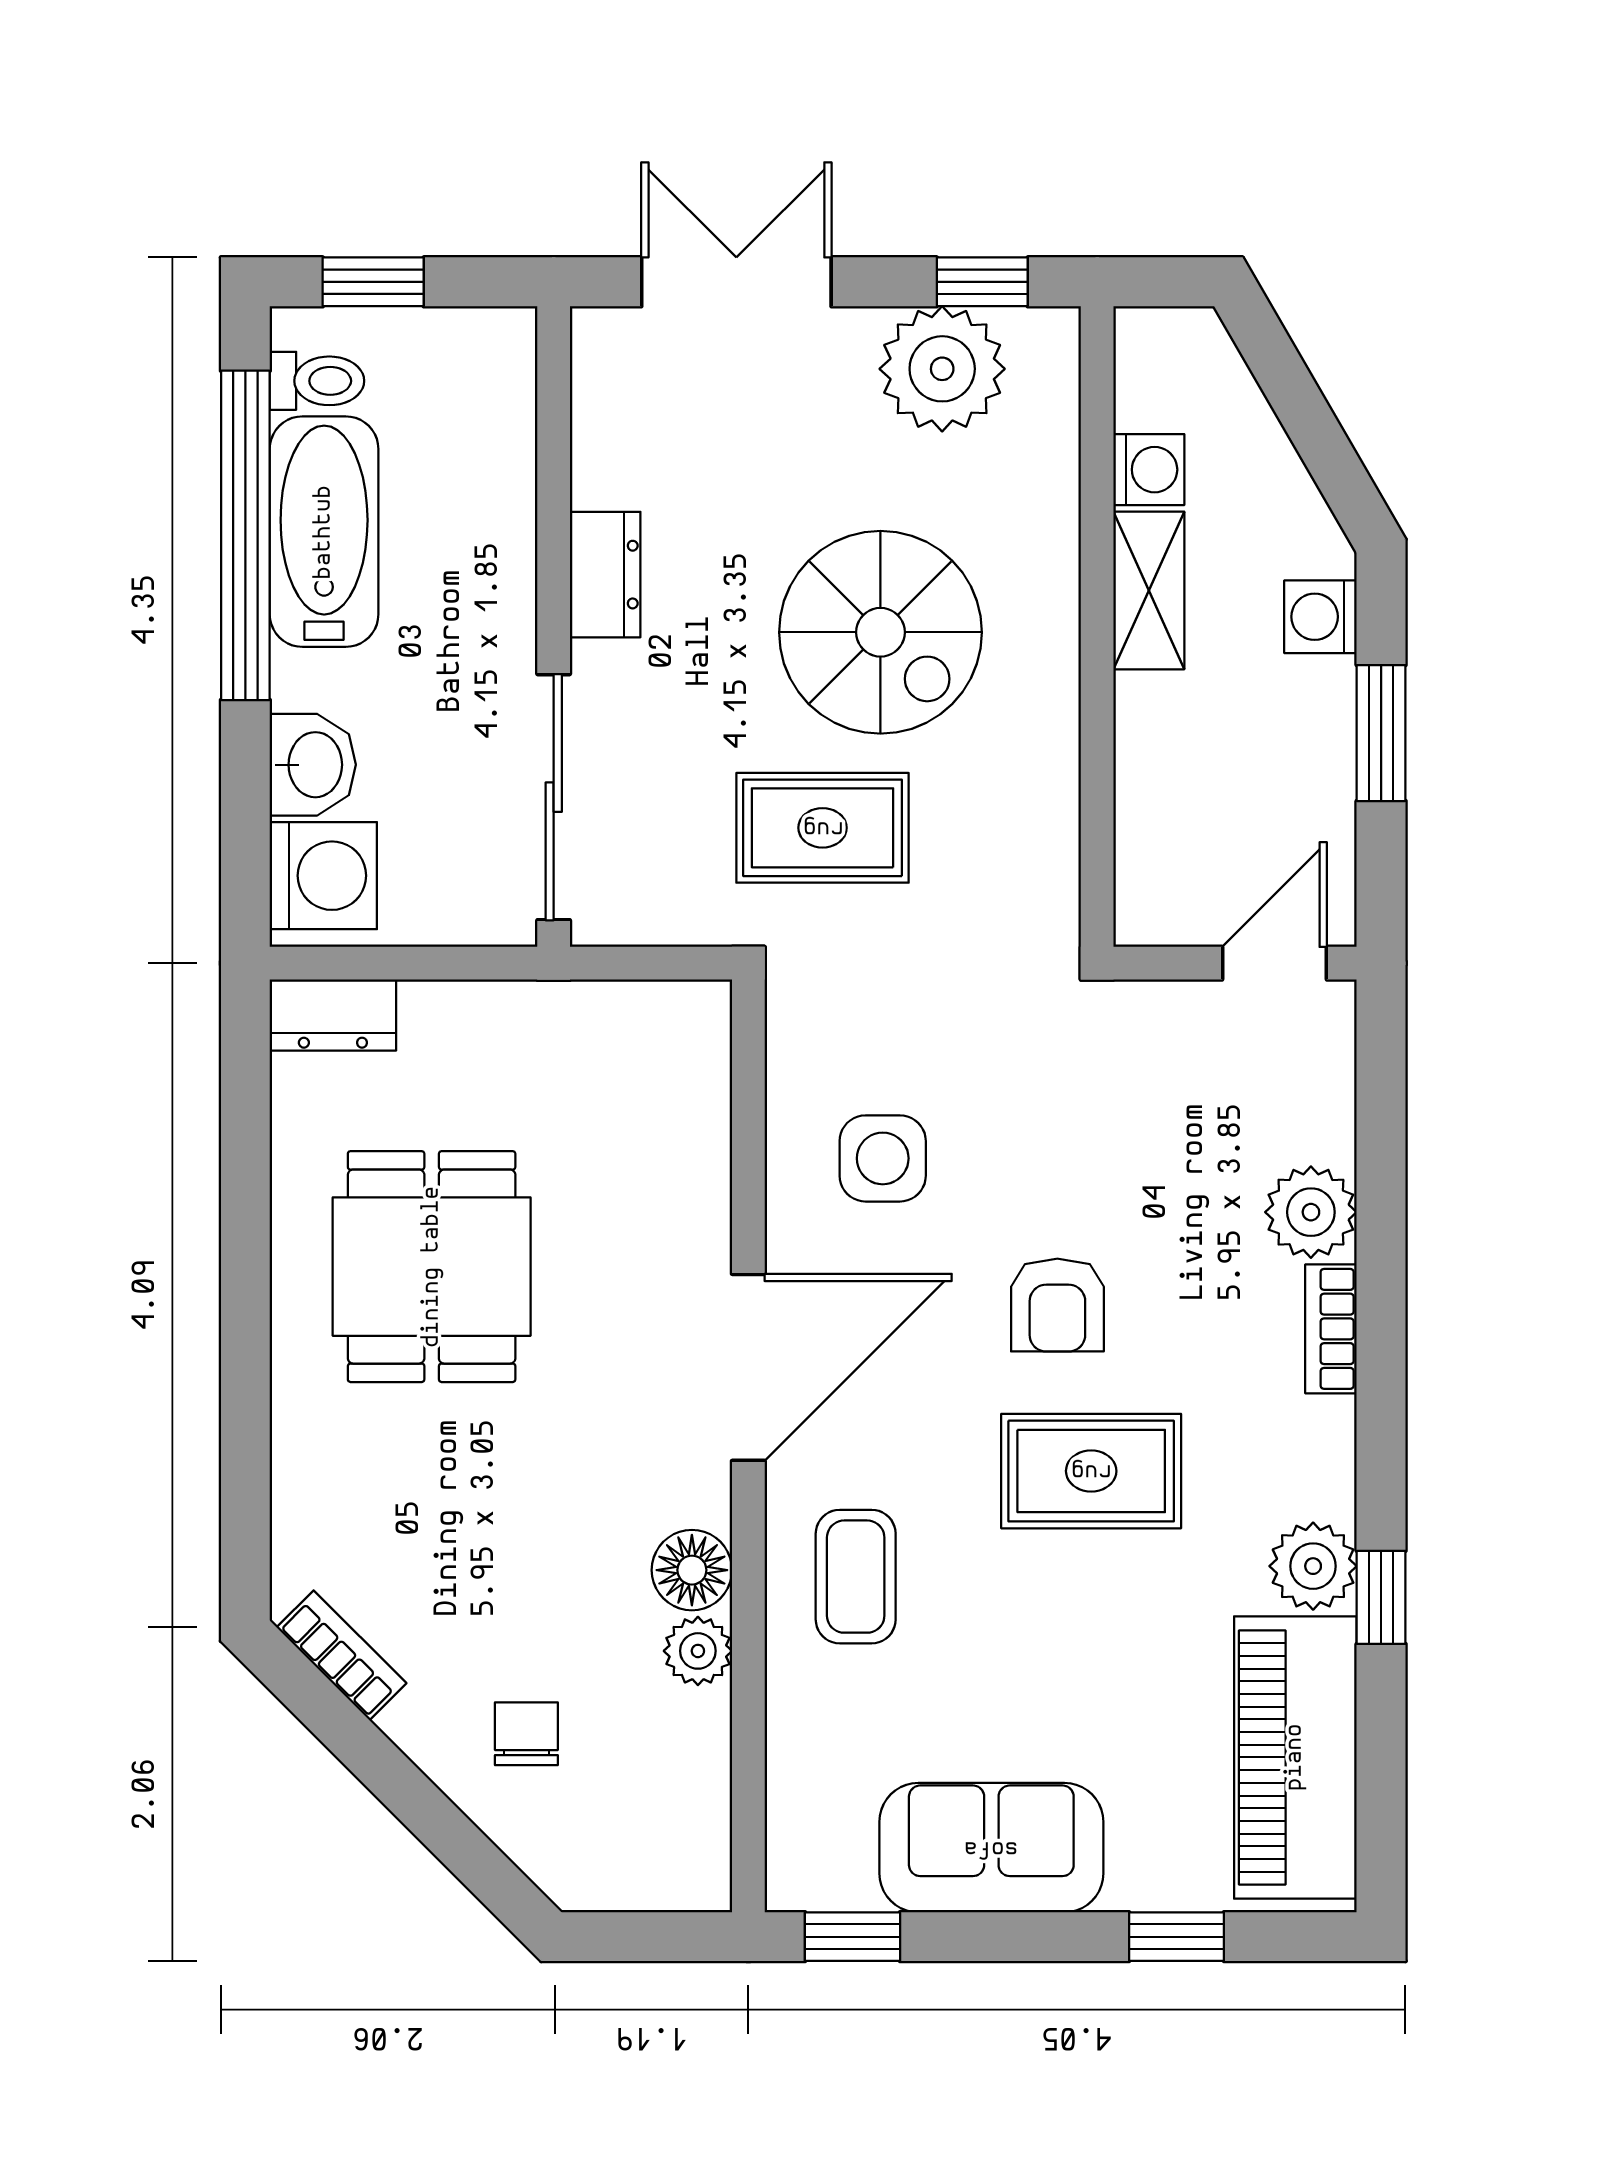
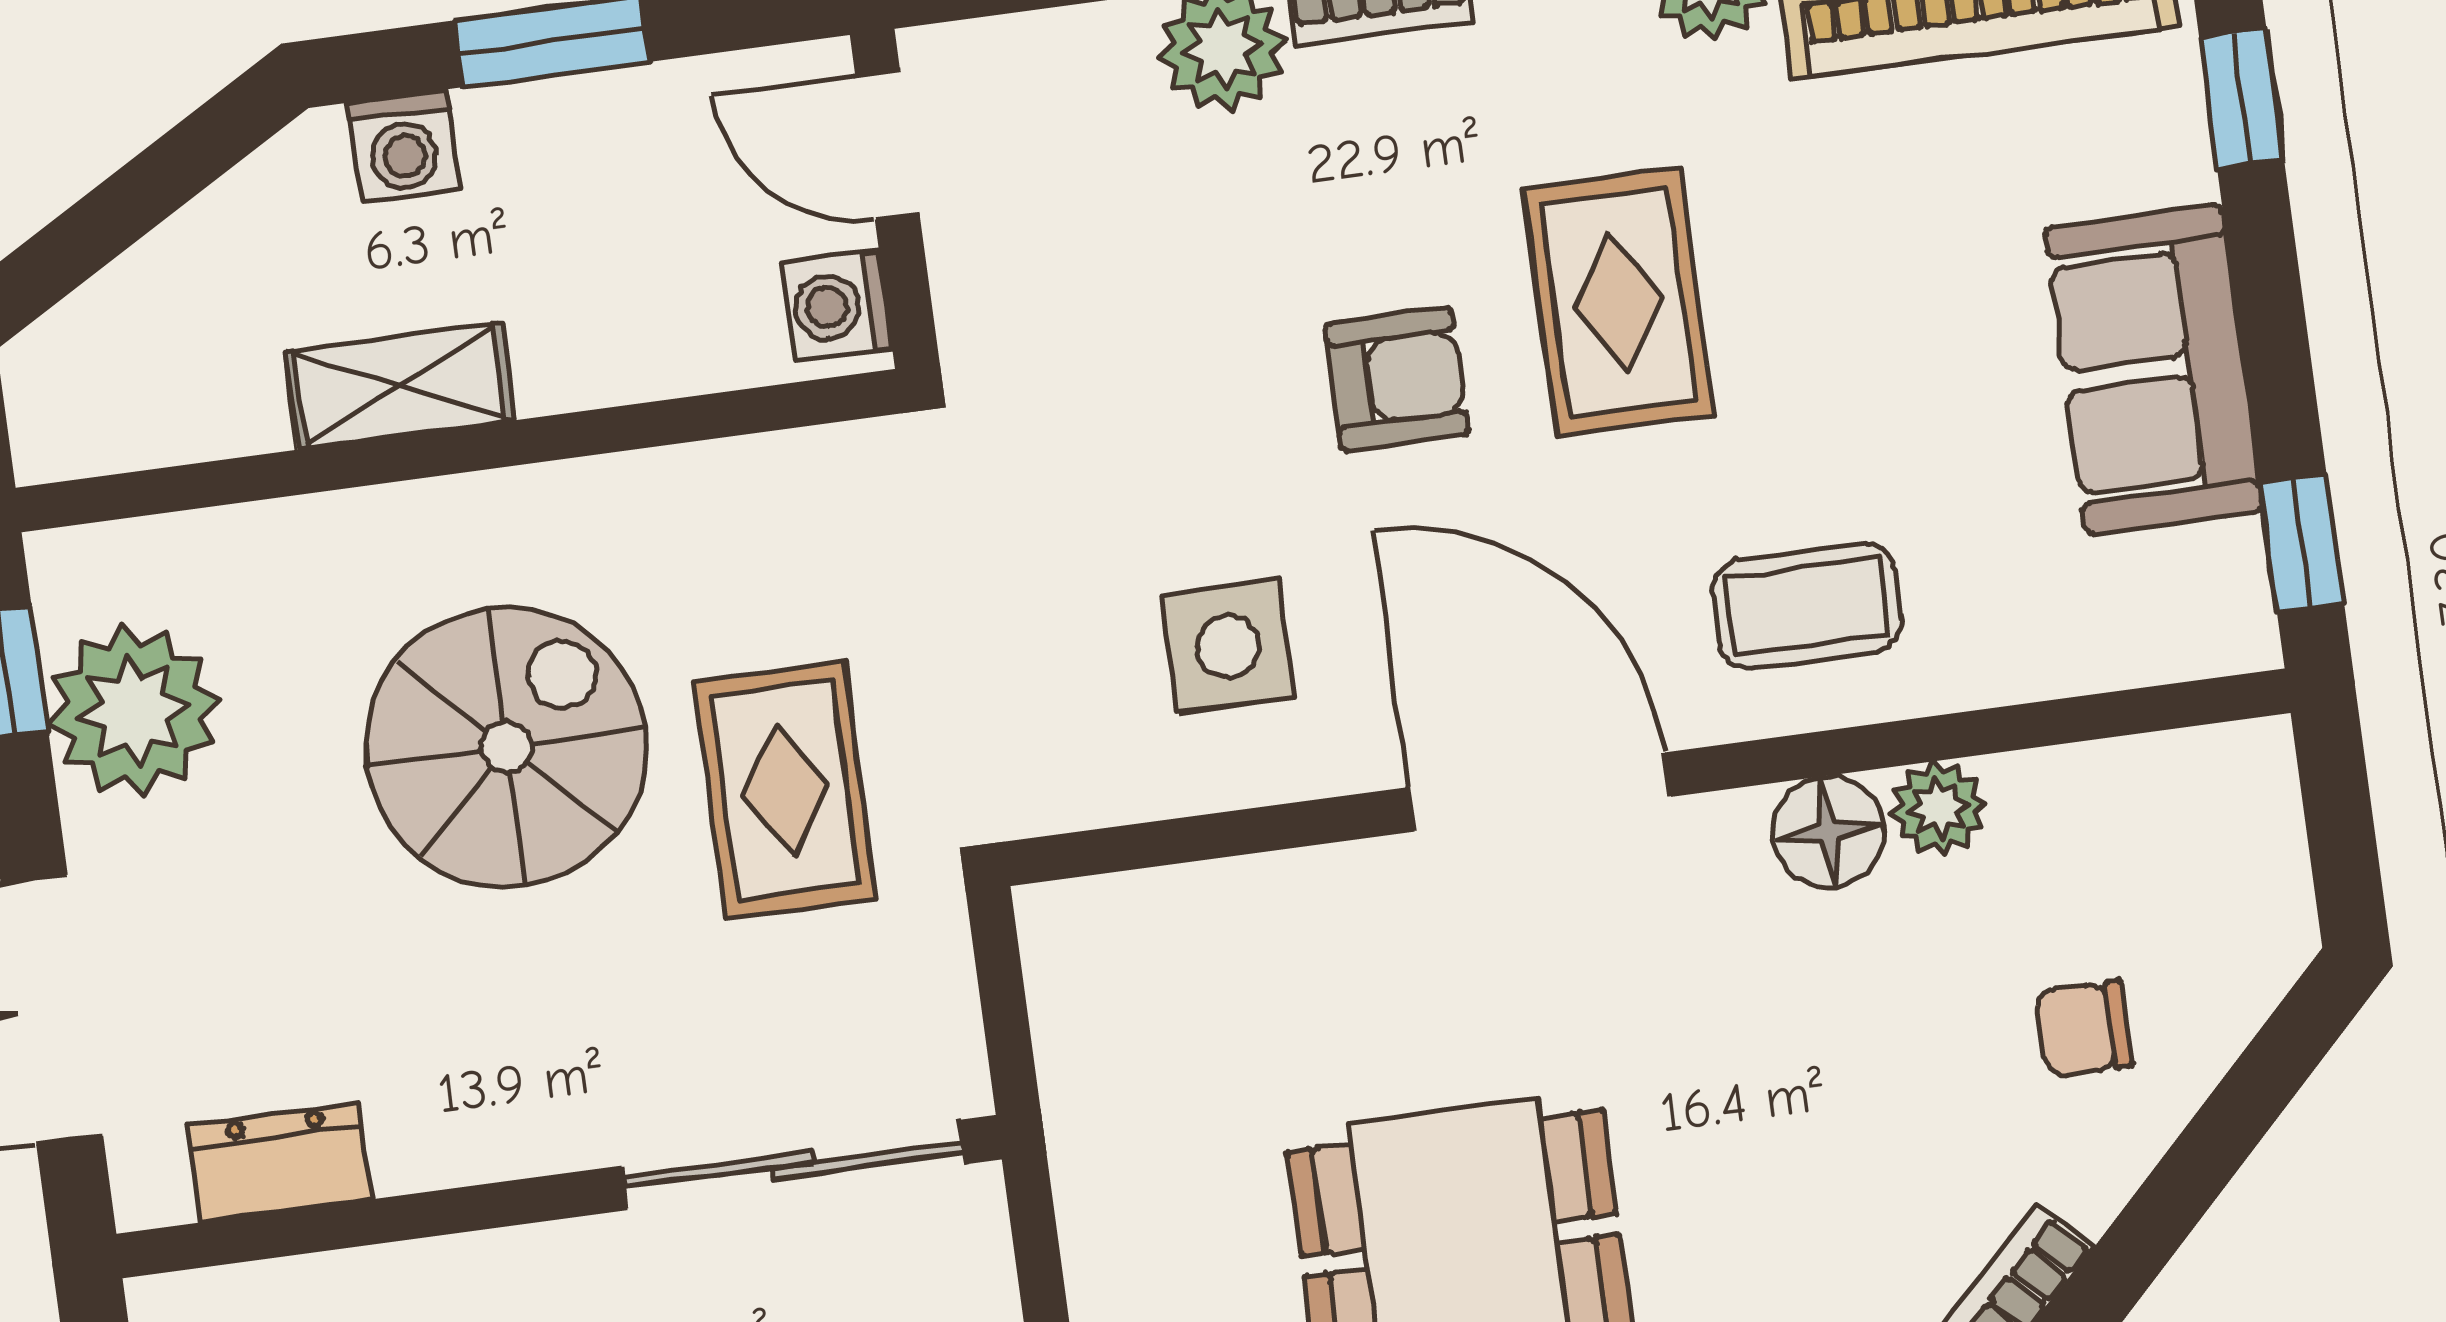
washing machine: (1149, 470) -> (837, 306), moved, turned -90
dresser: (605, 575) -> (280, 1162), moved

